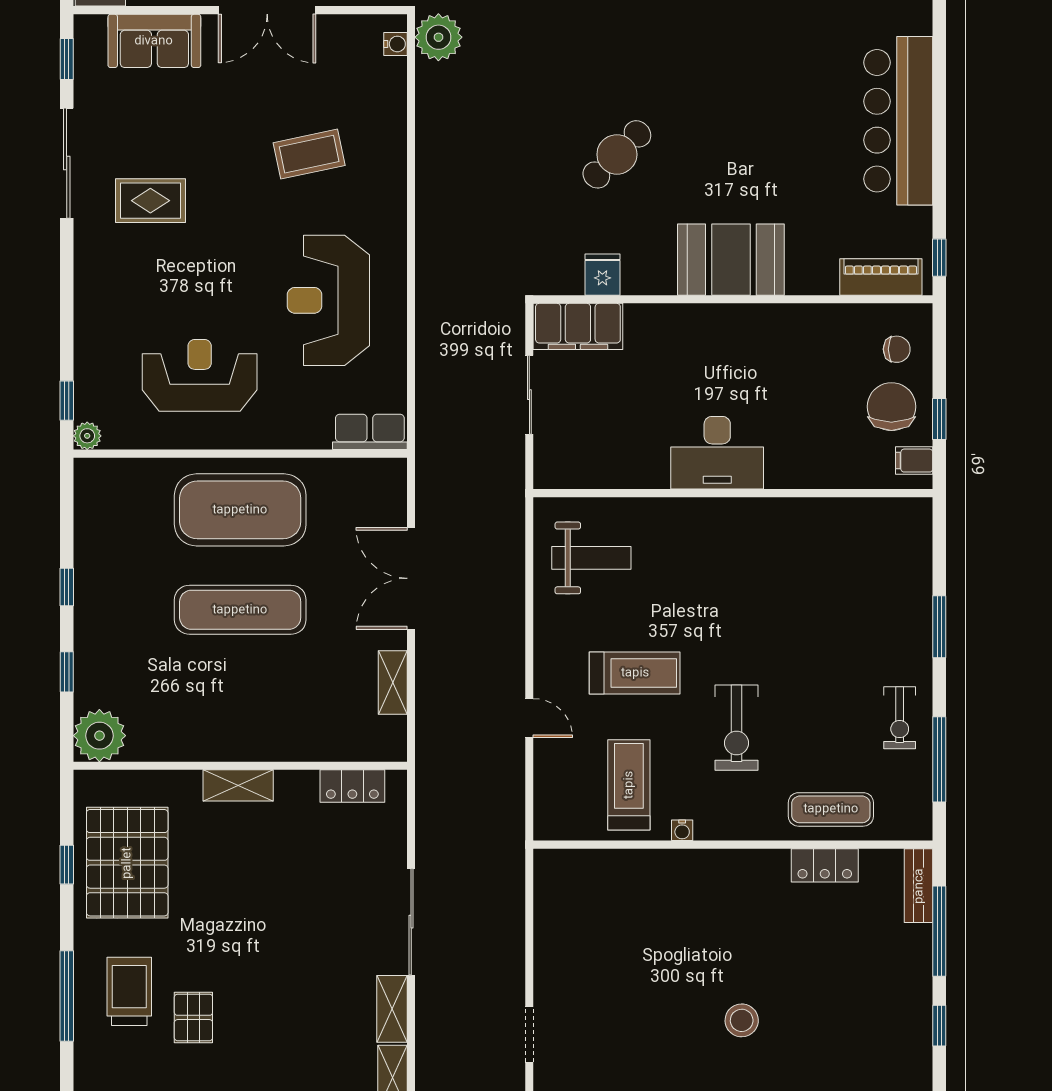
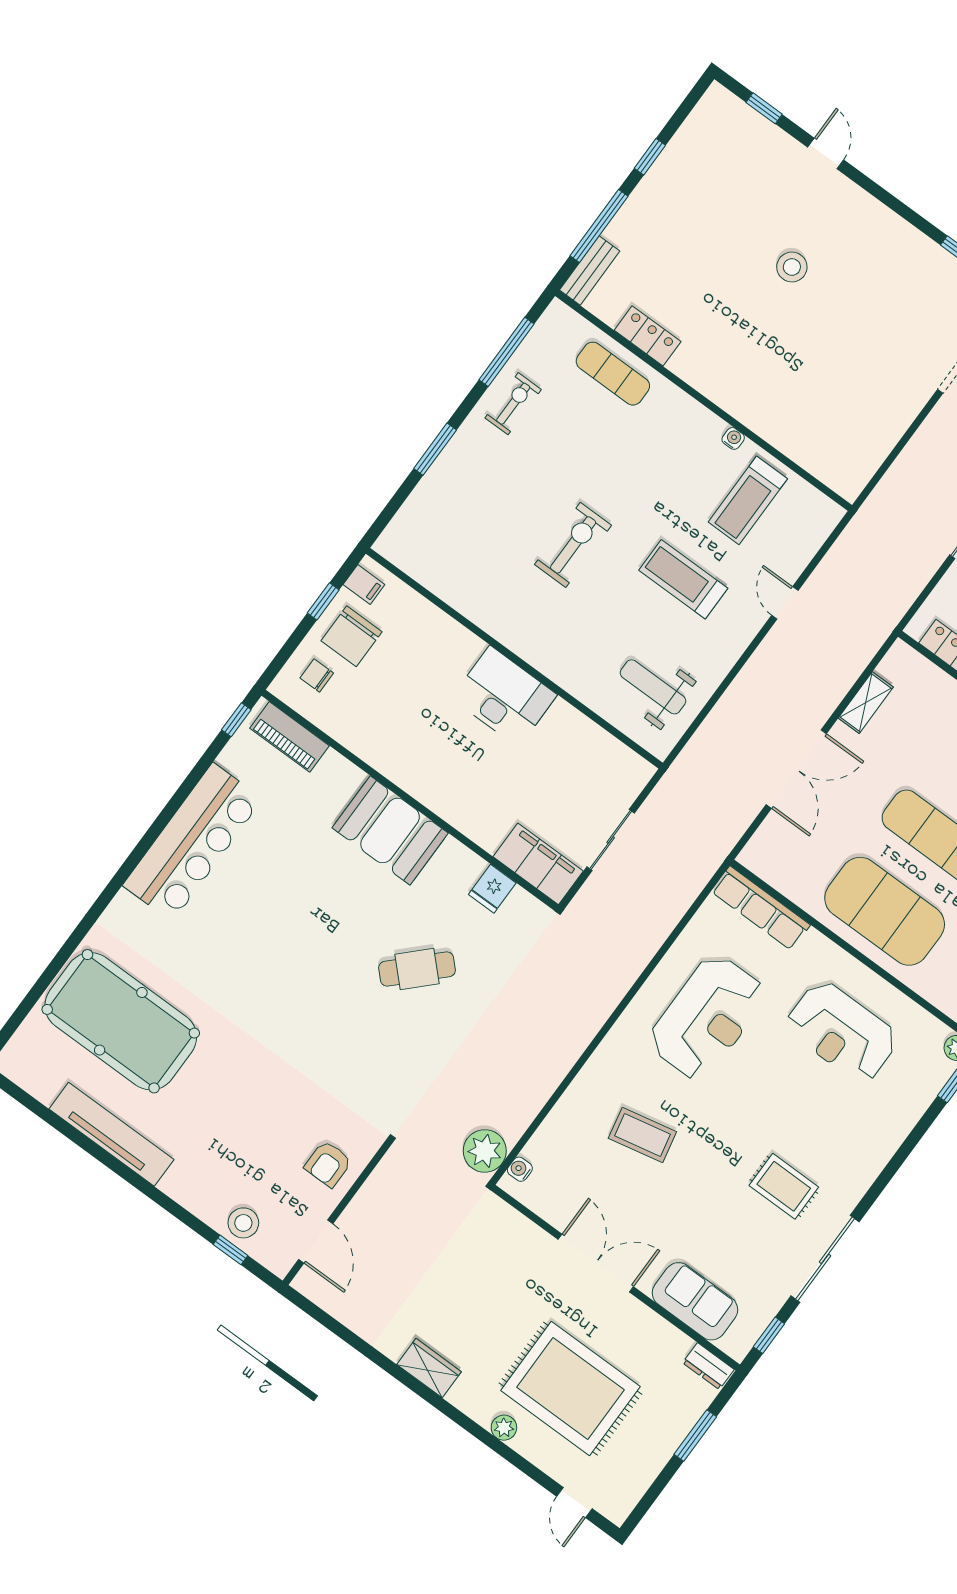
row of seats: (370, 432) -> (761, 908), width x1.48
exercise bike: (736, 728) -> (573, 545), moved

